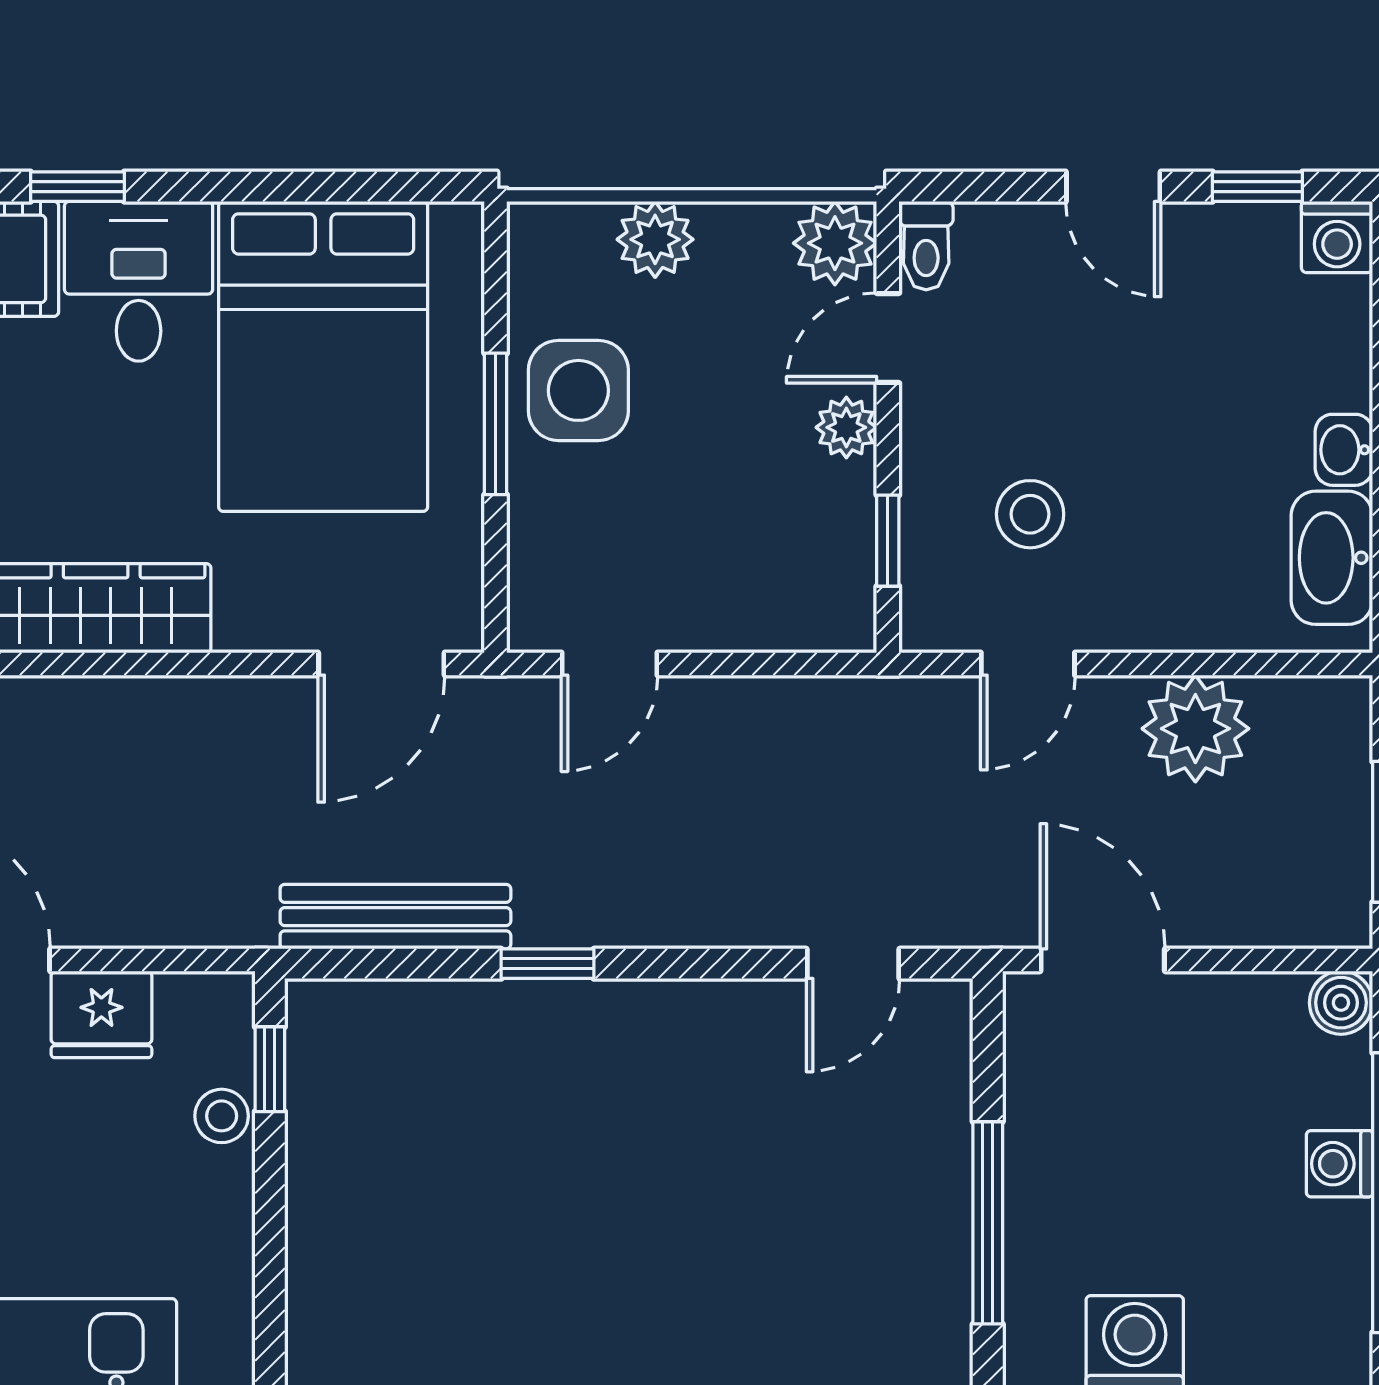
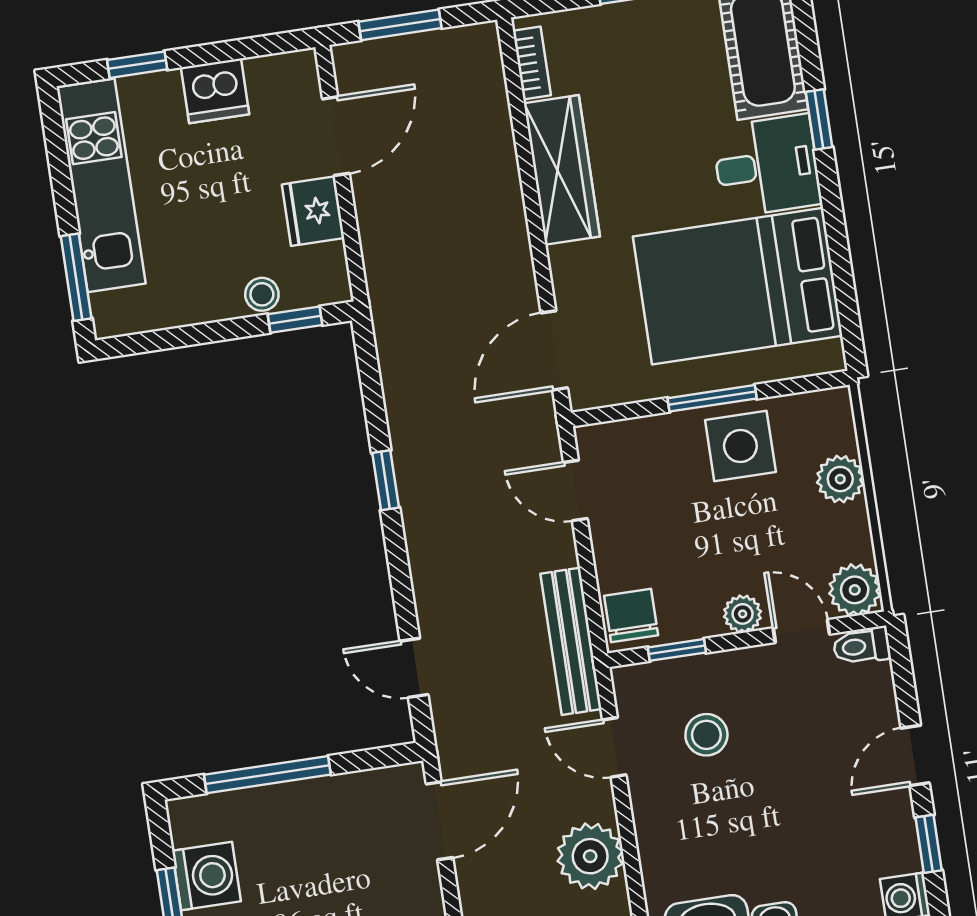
chair: (822, 605) -> (631, 615), added
door: (381, 664) -> (554, 350), hinge flipped
bench: (395, 917) -> (571, 641), moved

